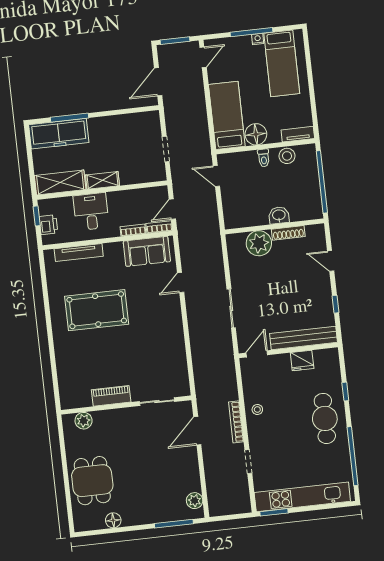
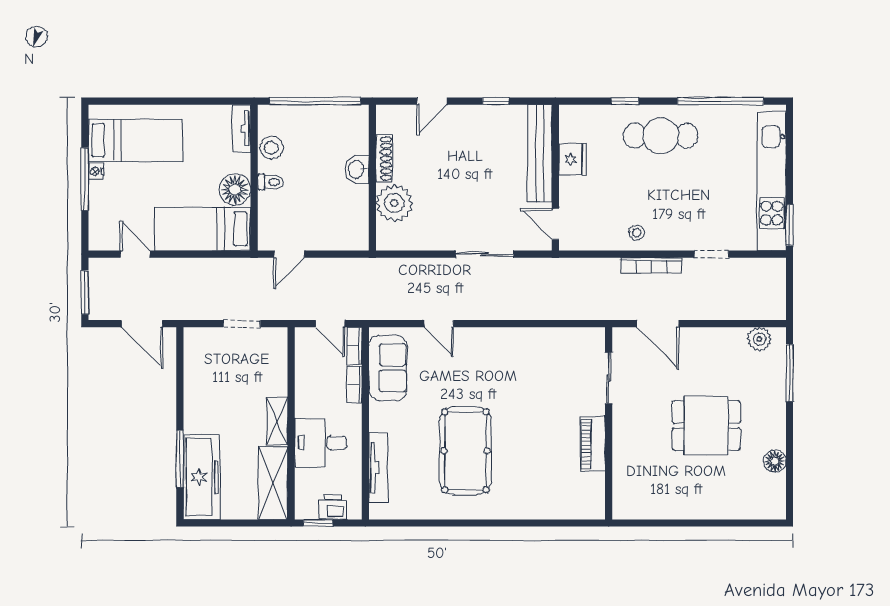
door: (203, 57) -> (135, 254), moved
plant: (84, 421) -> (625, 488), removed
dining table: (92, 481) -> (706, 425), moved

